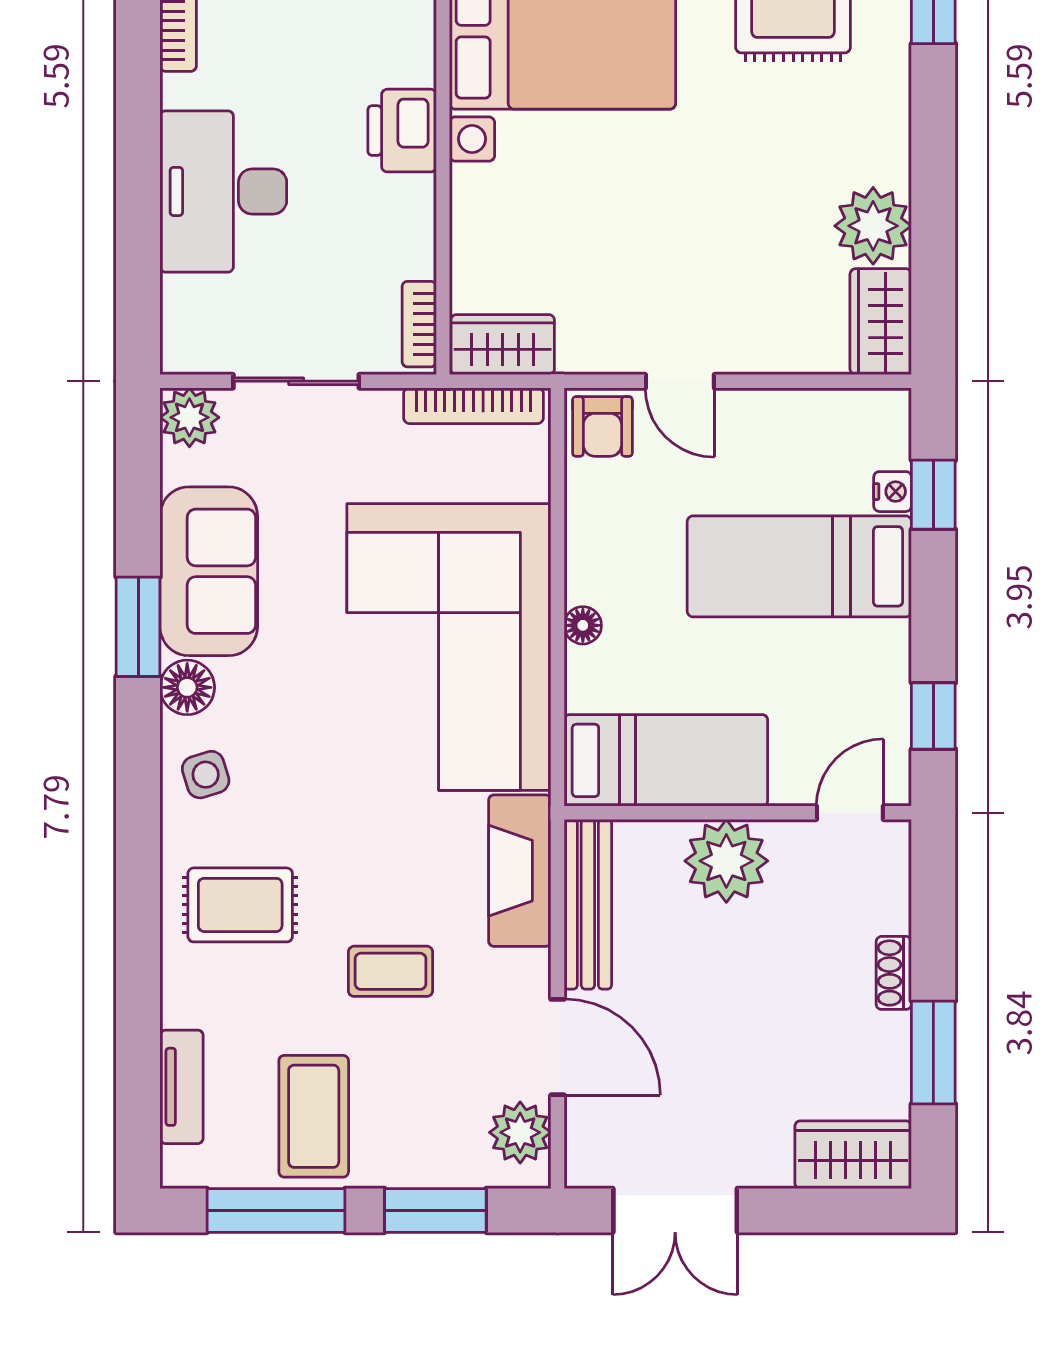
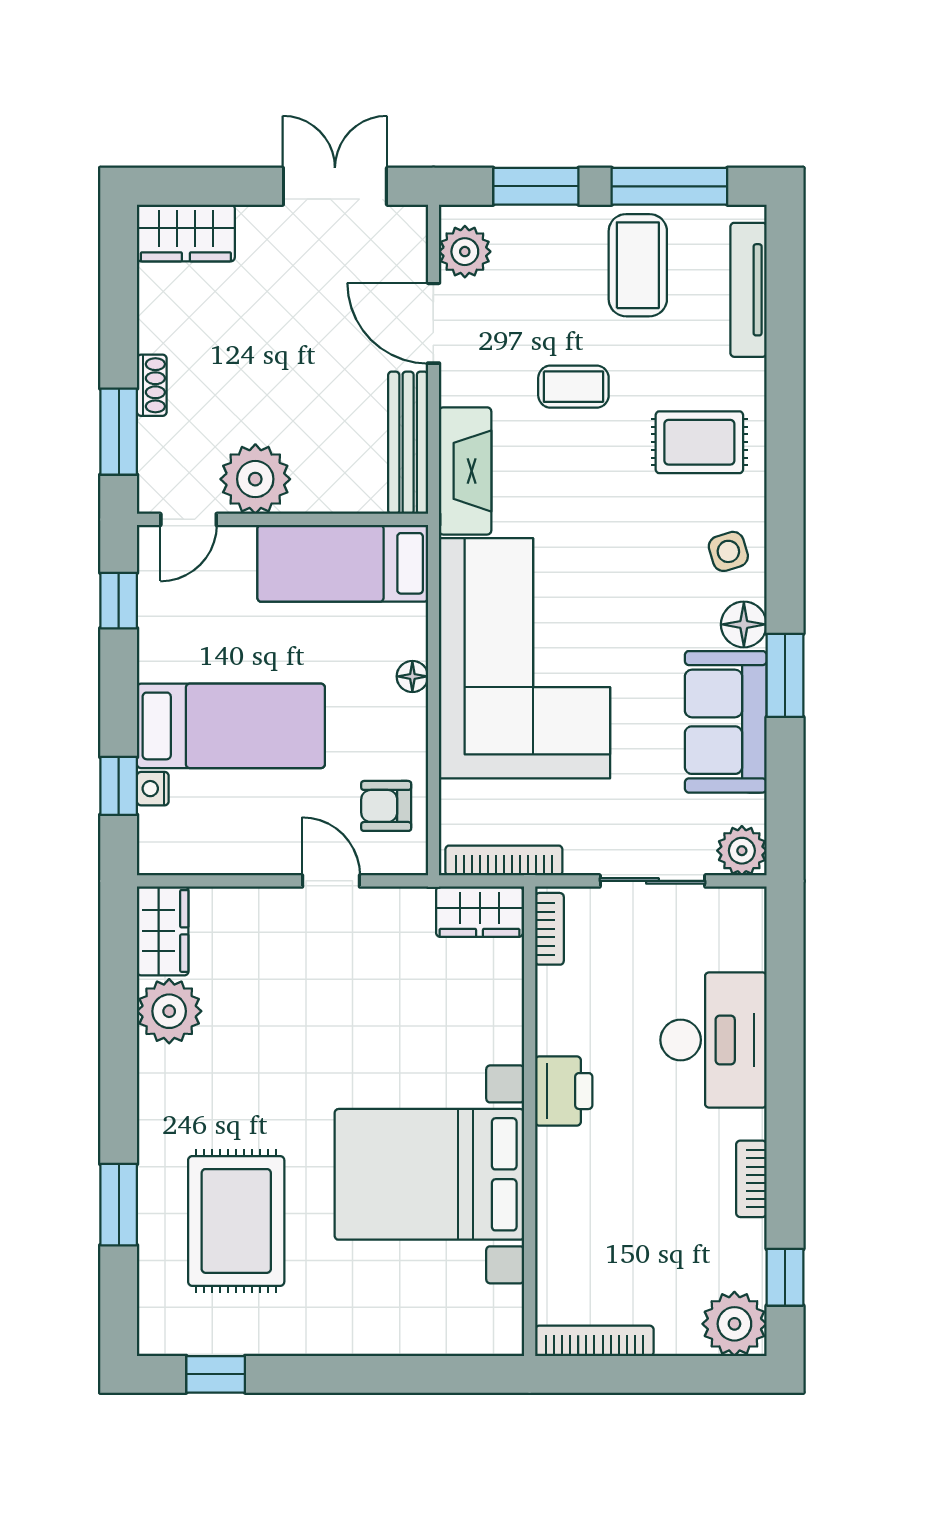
armchair: (602, 426) -> (386, 806), moved, turned -90
plant: (726, 861) -> (255, 479), moved
window: (933, 1052) -> (119, 432), moved
tv unit: (182, 1087) -> (748, 290), width x1.41

